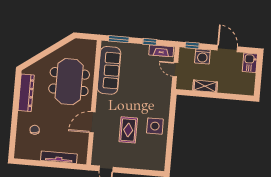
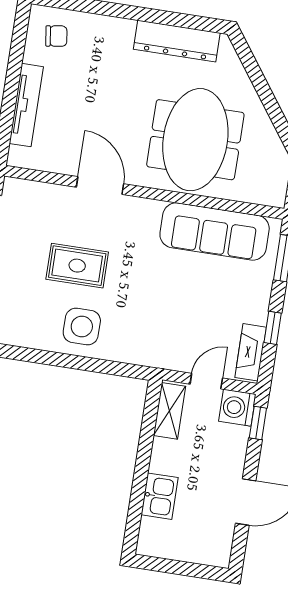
washing machine: (202, 56) -> (237, 408), moved
kitchen sink: (250, 63) -> (160, 496), moved, turned 90
meeting table: (69, 82) -> (195, 140), turned 90
shelving: (205, 86) -> (170, 411), moved
chair: (35, 130) -> (56, 36), moved

